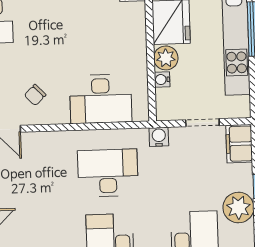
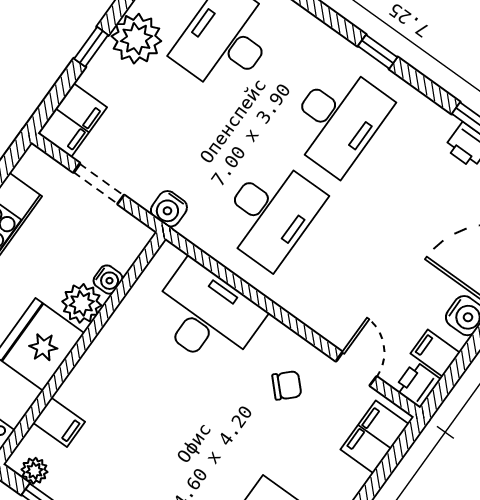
desk: (108, 173) -> (270, 213), turned -90

